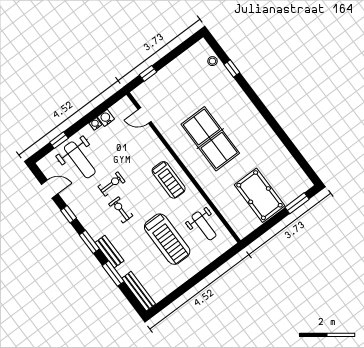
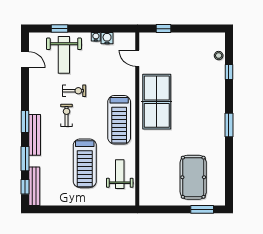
window: (266, 114) -> (229, 125), added
table tennis table: (210, 139) -> (157, 102), moved
treadmill: (169, 180) -> (119, 120), width x1.37, depth x1.38
pool table: (260, 195) -> (193, 177), moved
window: (69, 214) -> (25, 187), moved
weight bench: (204, 226) -> (120, 174), turned 180
bench: (109, 252) -> (35, 135), width x1.36

